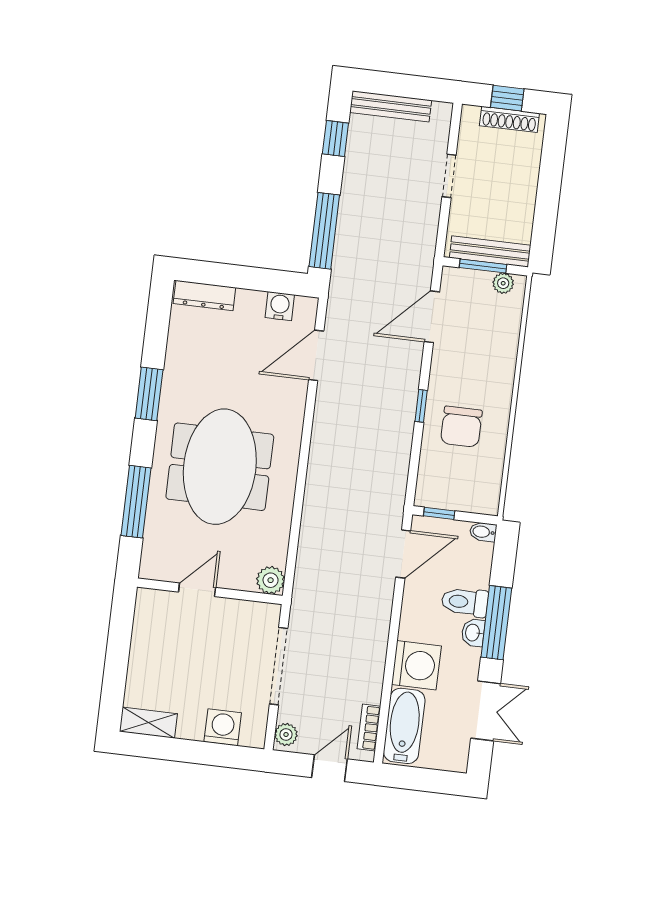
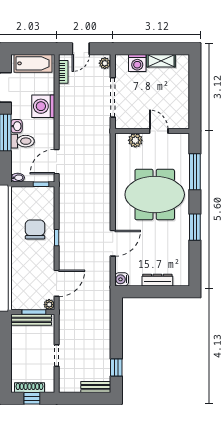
bench: (391, 106) -> (96, 387), width x0.73
window: (324, 231) -> (116, 320), removed
plant: (503, 283) -> (49, 305), moved
dresser: (204, 296) -> (157, 280), moved
water cooler: (280, 306) -> (122, 279), moved, turned 90
door: (316, 355) -> (113, 243), moved
meeting table: (220, 467) -> (155, 195), turned 90
plant: (271, 580) -> (135, 140), moved
door: (197, 590) -> (159, 131), swing flipped
shelving: (148, 723) -> (161, 61), moved
bathtub: (404, 726) -> (33, 63), moved, turned -90

